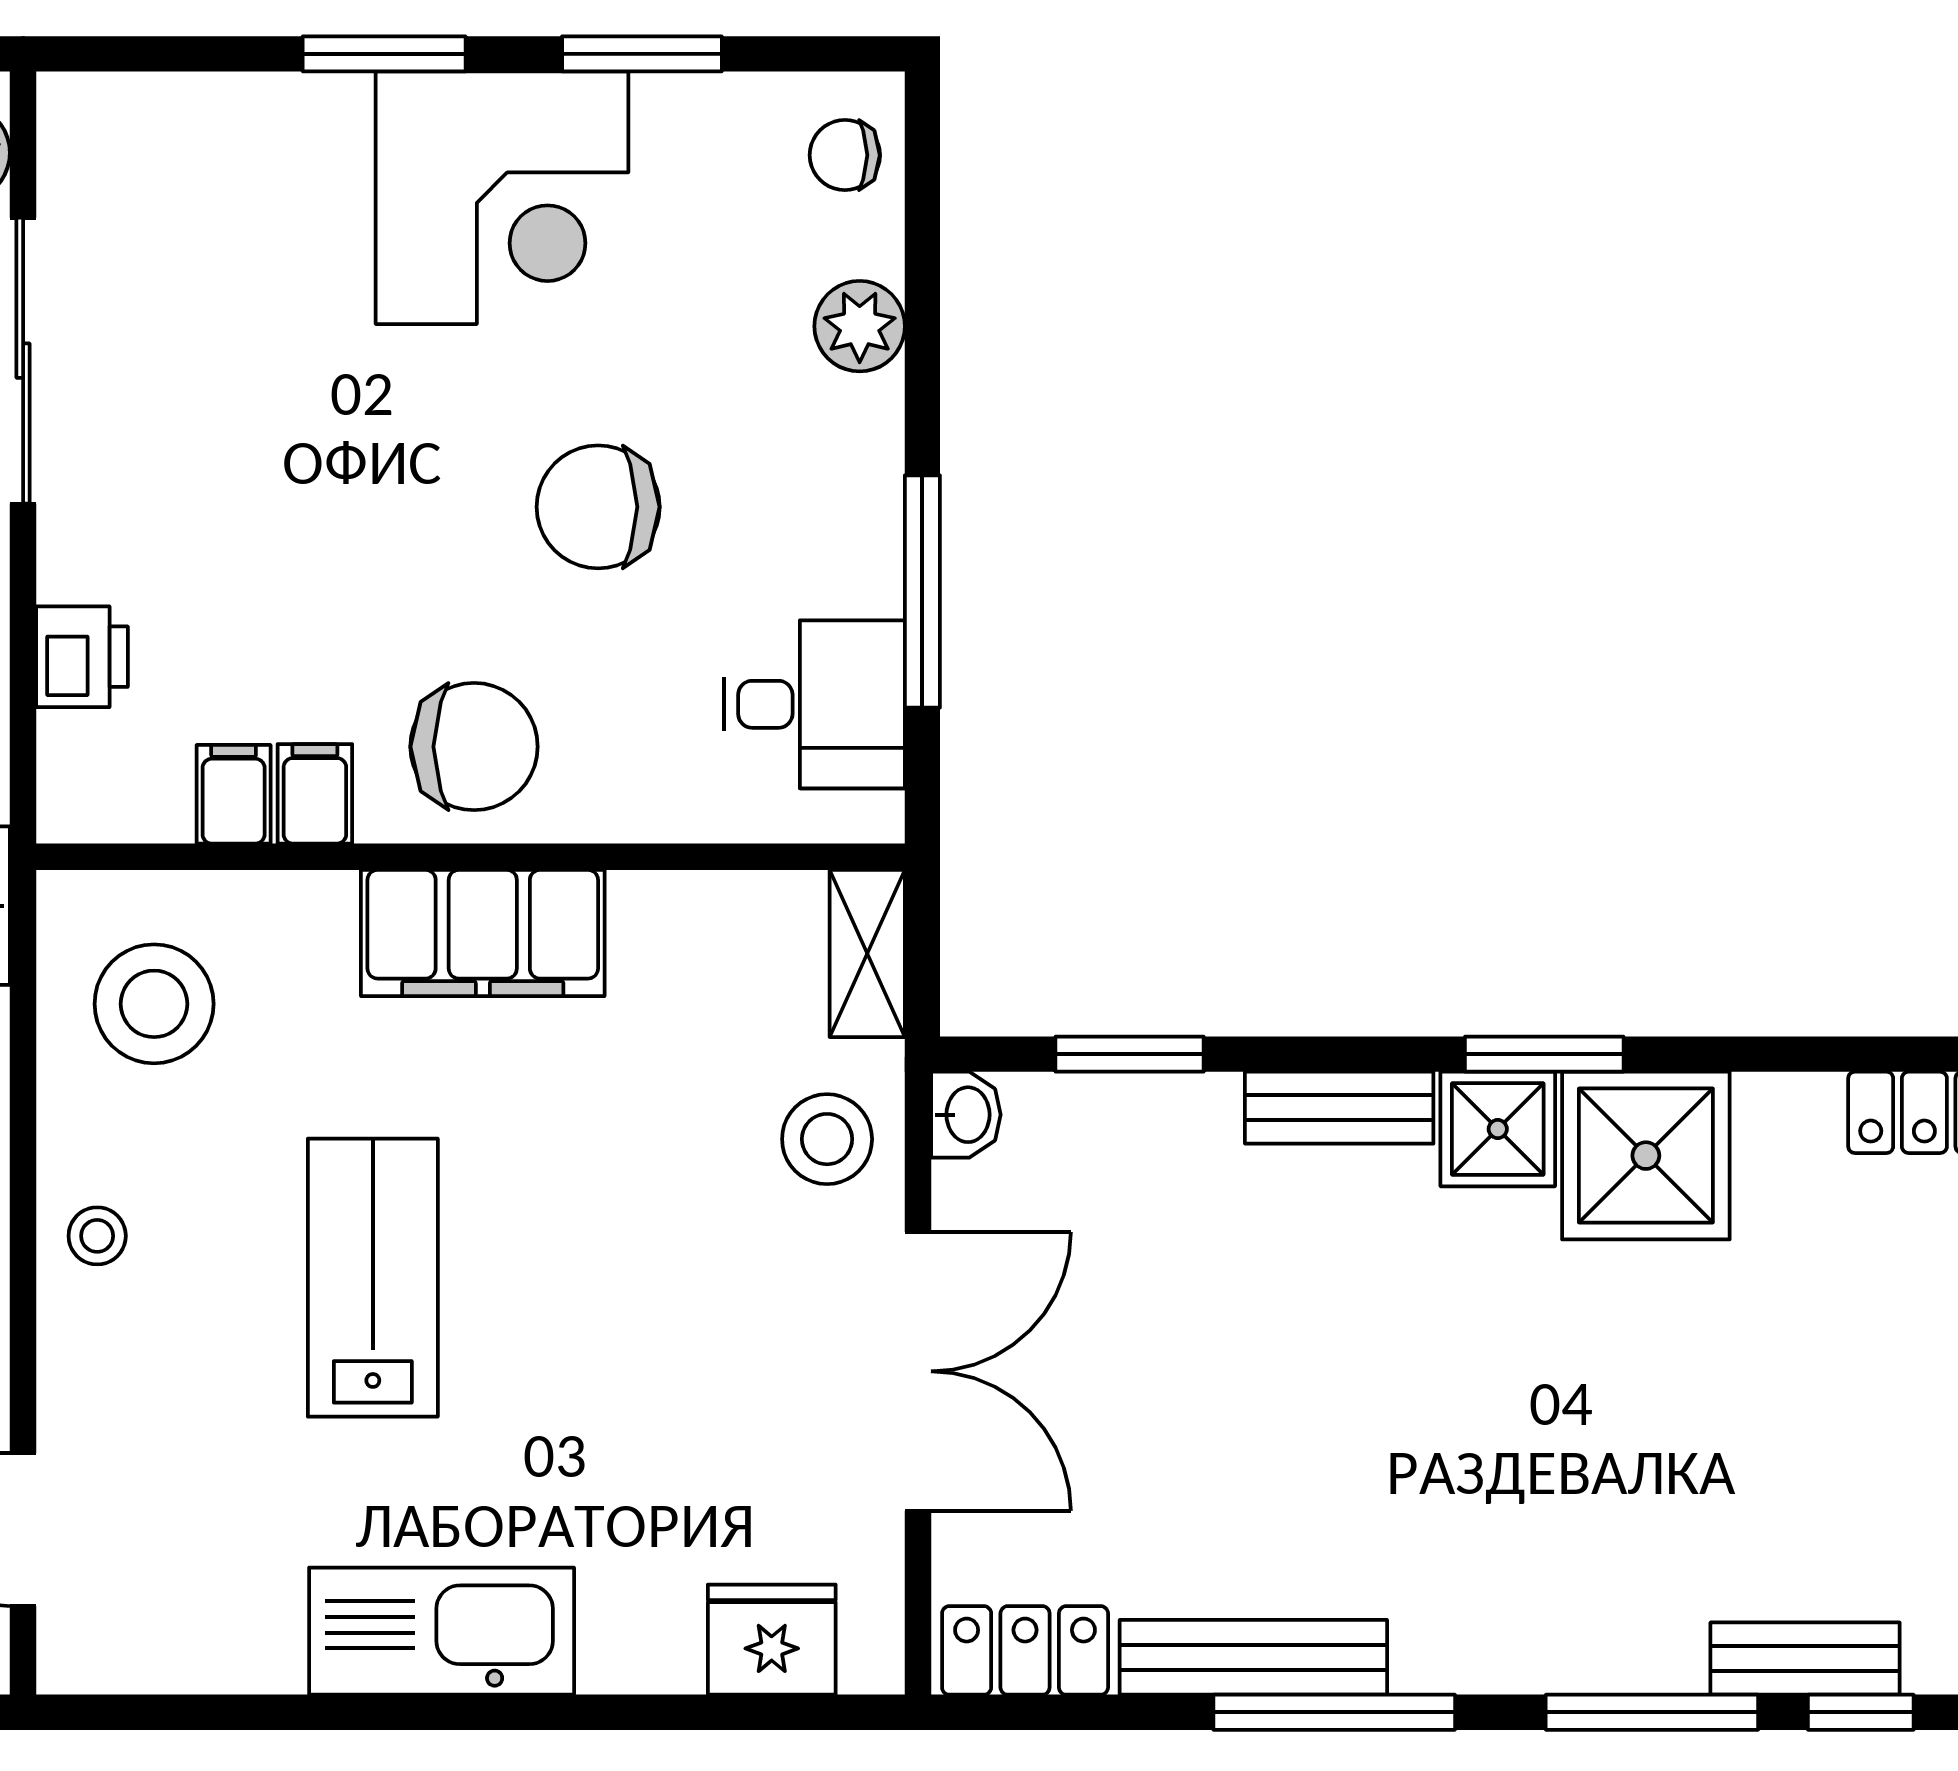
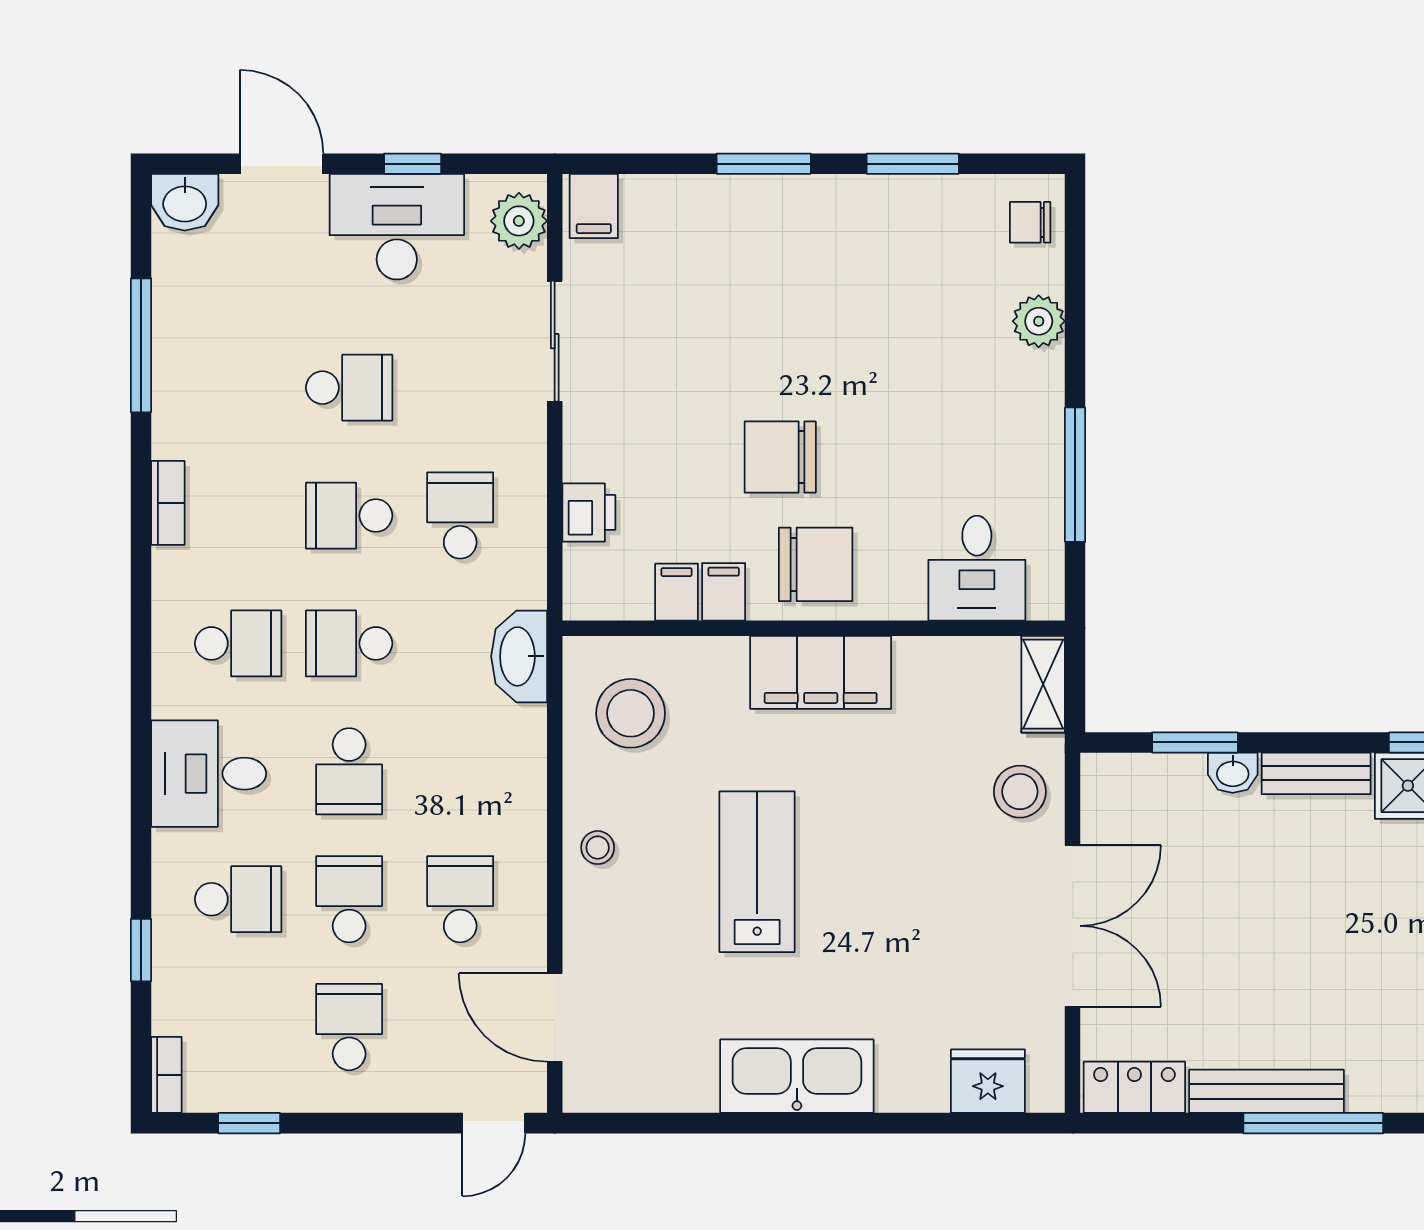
filing cabinet: (90, 127) -> (594, 206), added
corner desk: (502, 198) -> (832, 247), removed
sliding door: (23, 361) -> (555, 341), width x0.73
chair: (598, 507) -> (780, 457), moved
desk: (814, 704) -> (977, 568), moved, turned 90
washbasin: (966, 1115) -> (1233, 773), moved, turned 90

